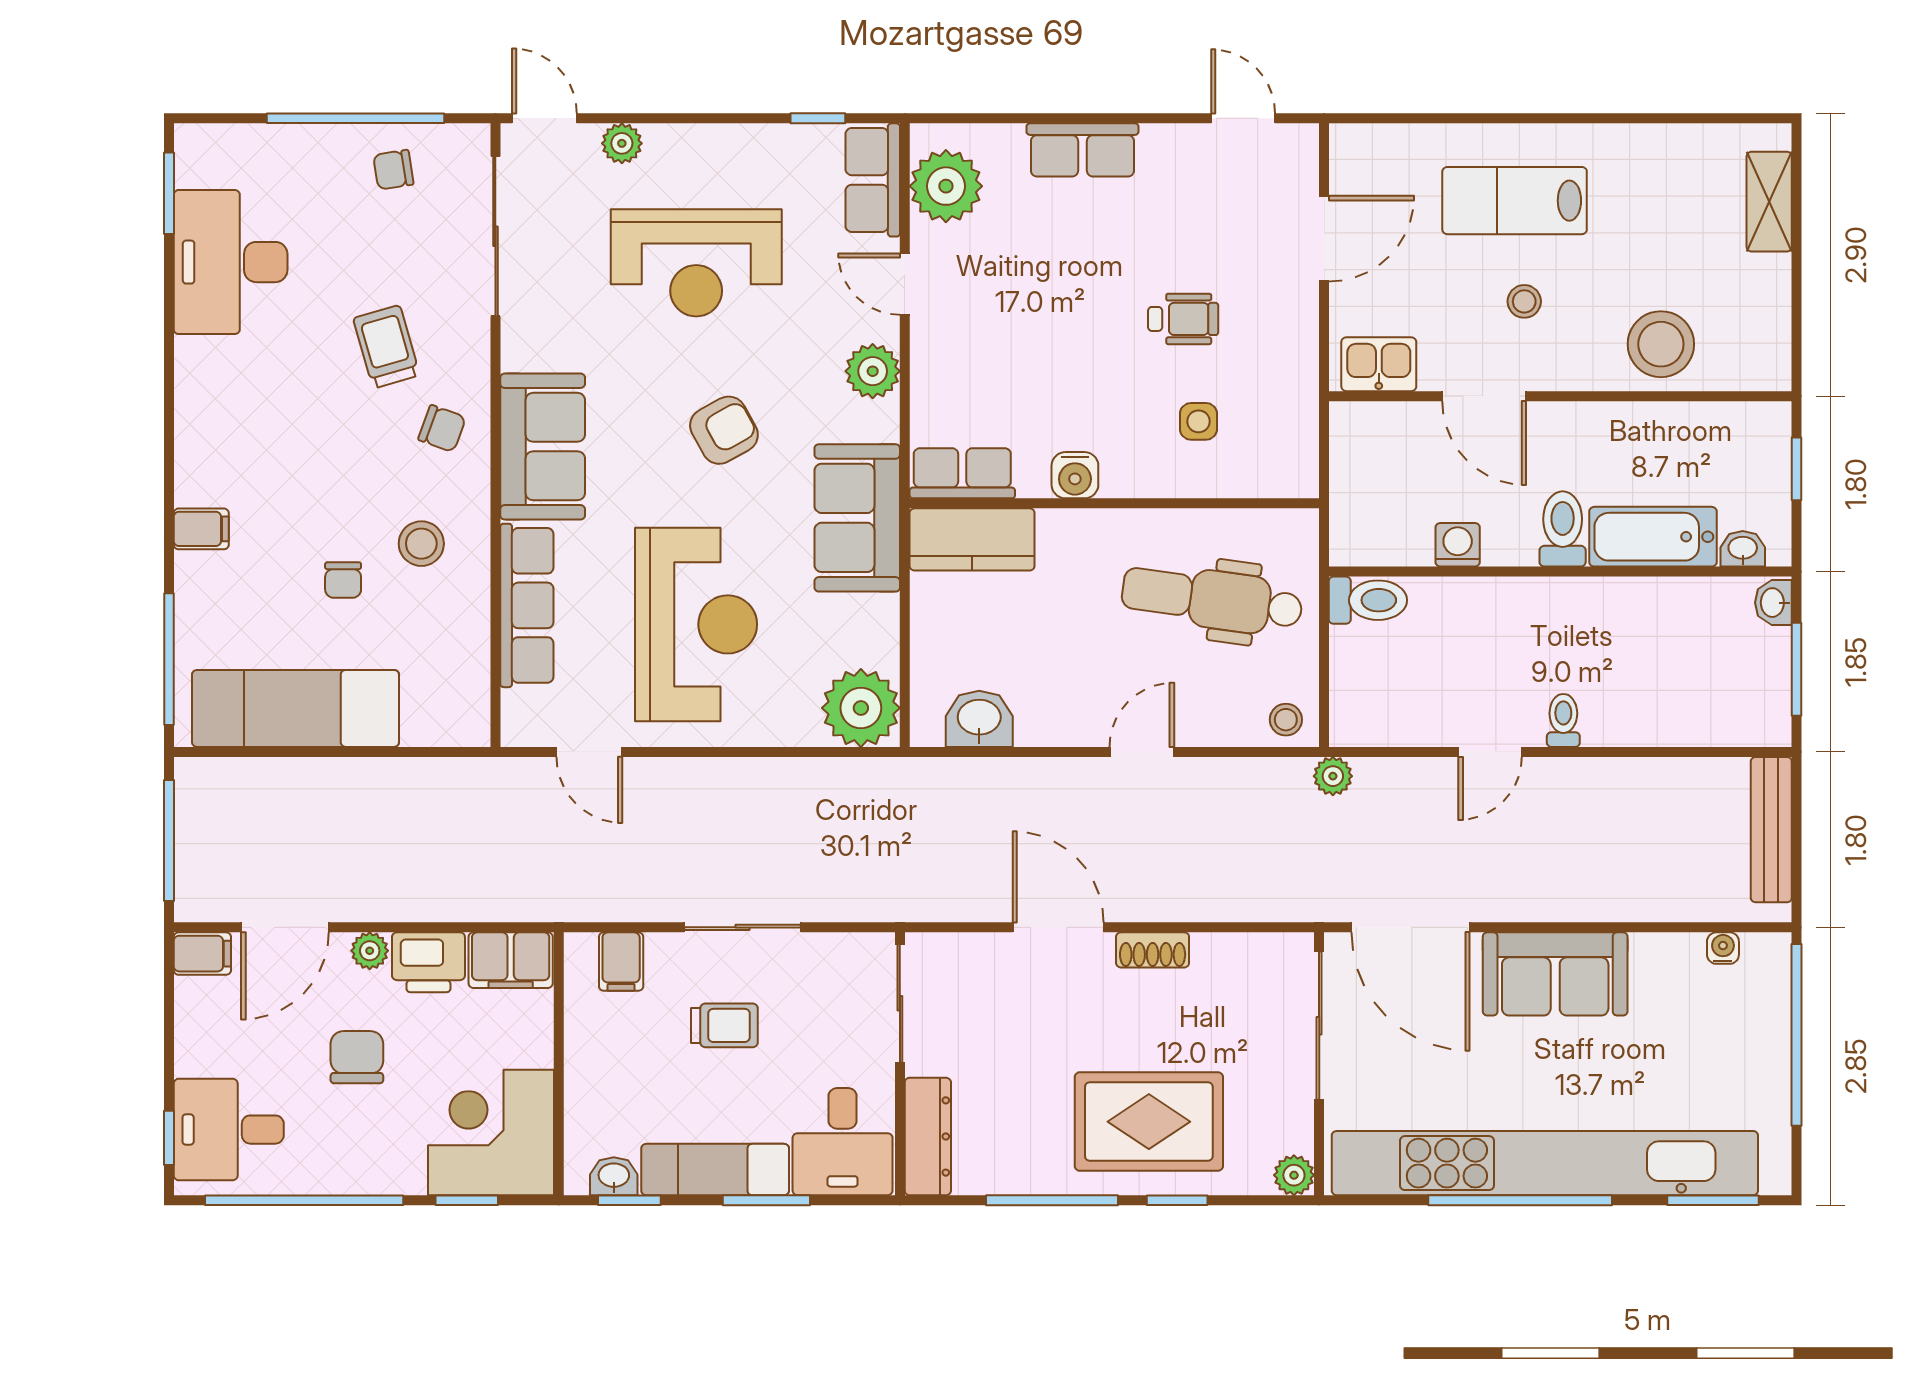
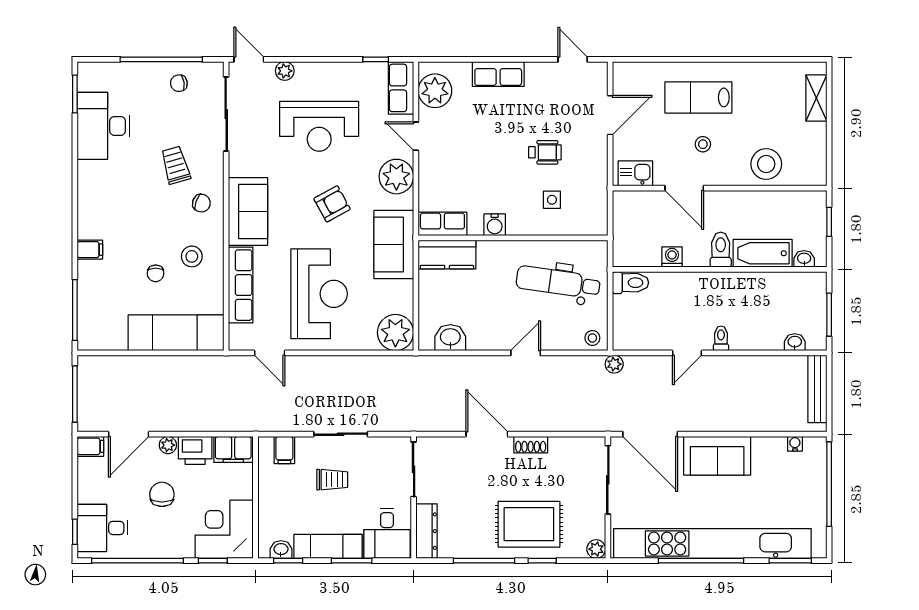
plant: (873, 371) -> (396, 177), width x1.36, depth x1.36
washbasin: (1773, 603) -> (795, 342), moved, turned 90
exam couch: (295, 708) -> (176, 333), moved

